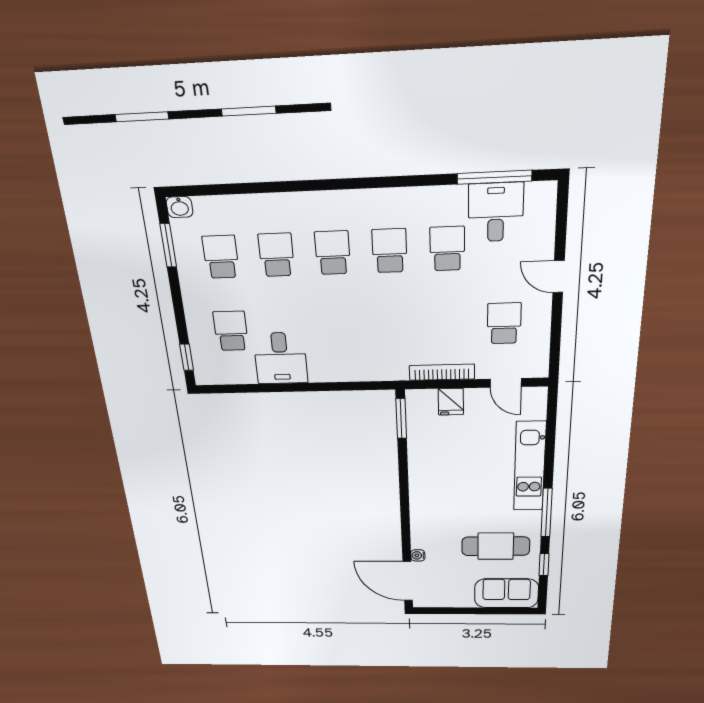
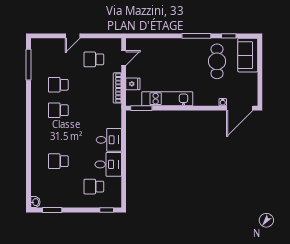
desk: (496, 212) -> (109, 140), moved, turned 180
school desk: (333, 253) -> (58, 136), removed
school desk: (221, 257) -> (58, 187), removed
kitchen unit: (530, 466) -> (167, 99), moved, turned 180

